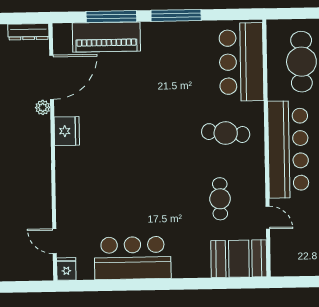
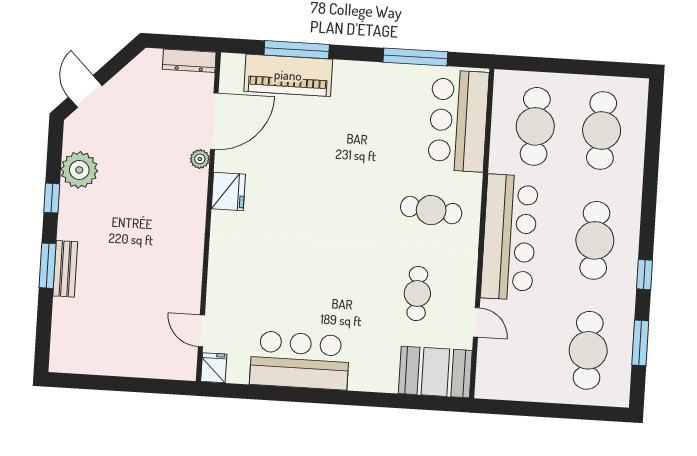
window: (176, 15) -> (415, 57), moved

